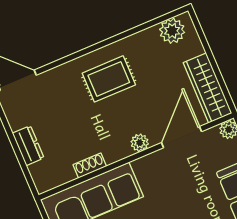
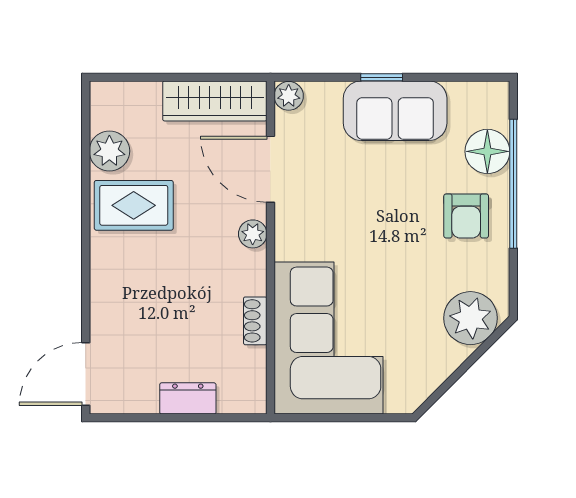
plant: (172, 31) -> (109, 151), moved
rug: (109, 79) -> (134, 205), moved, turned 90

